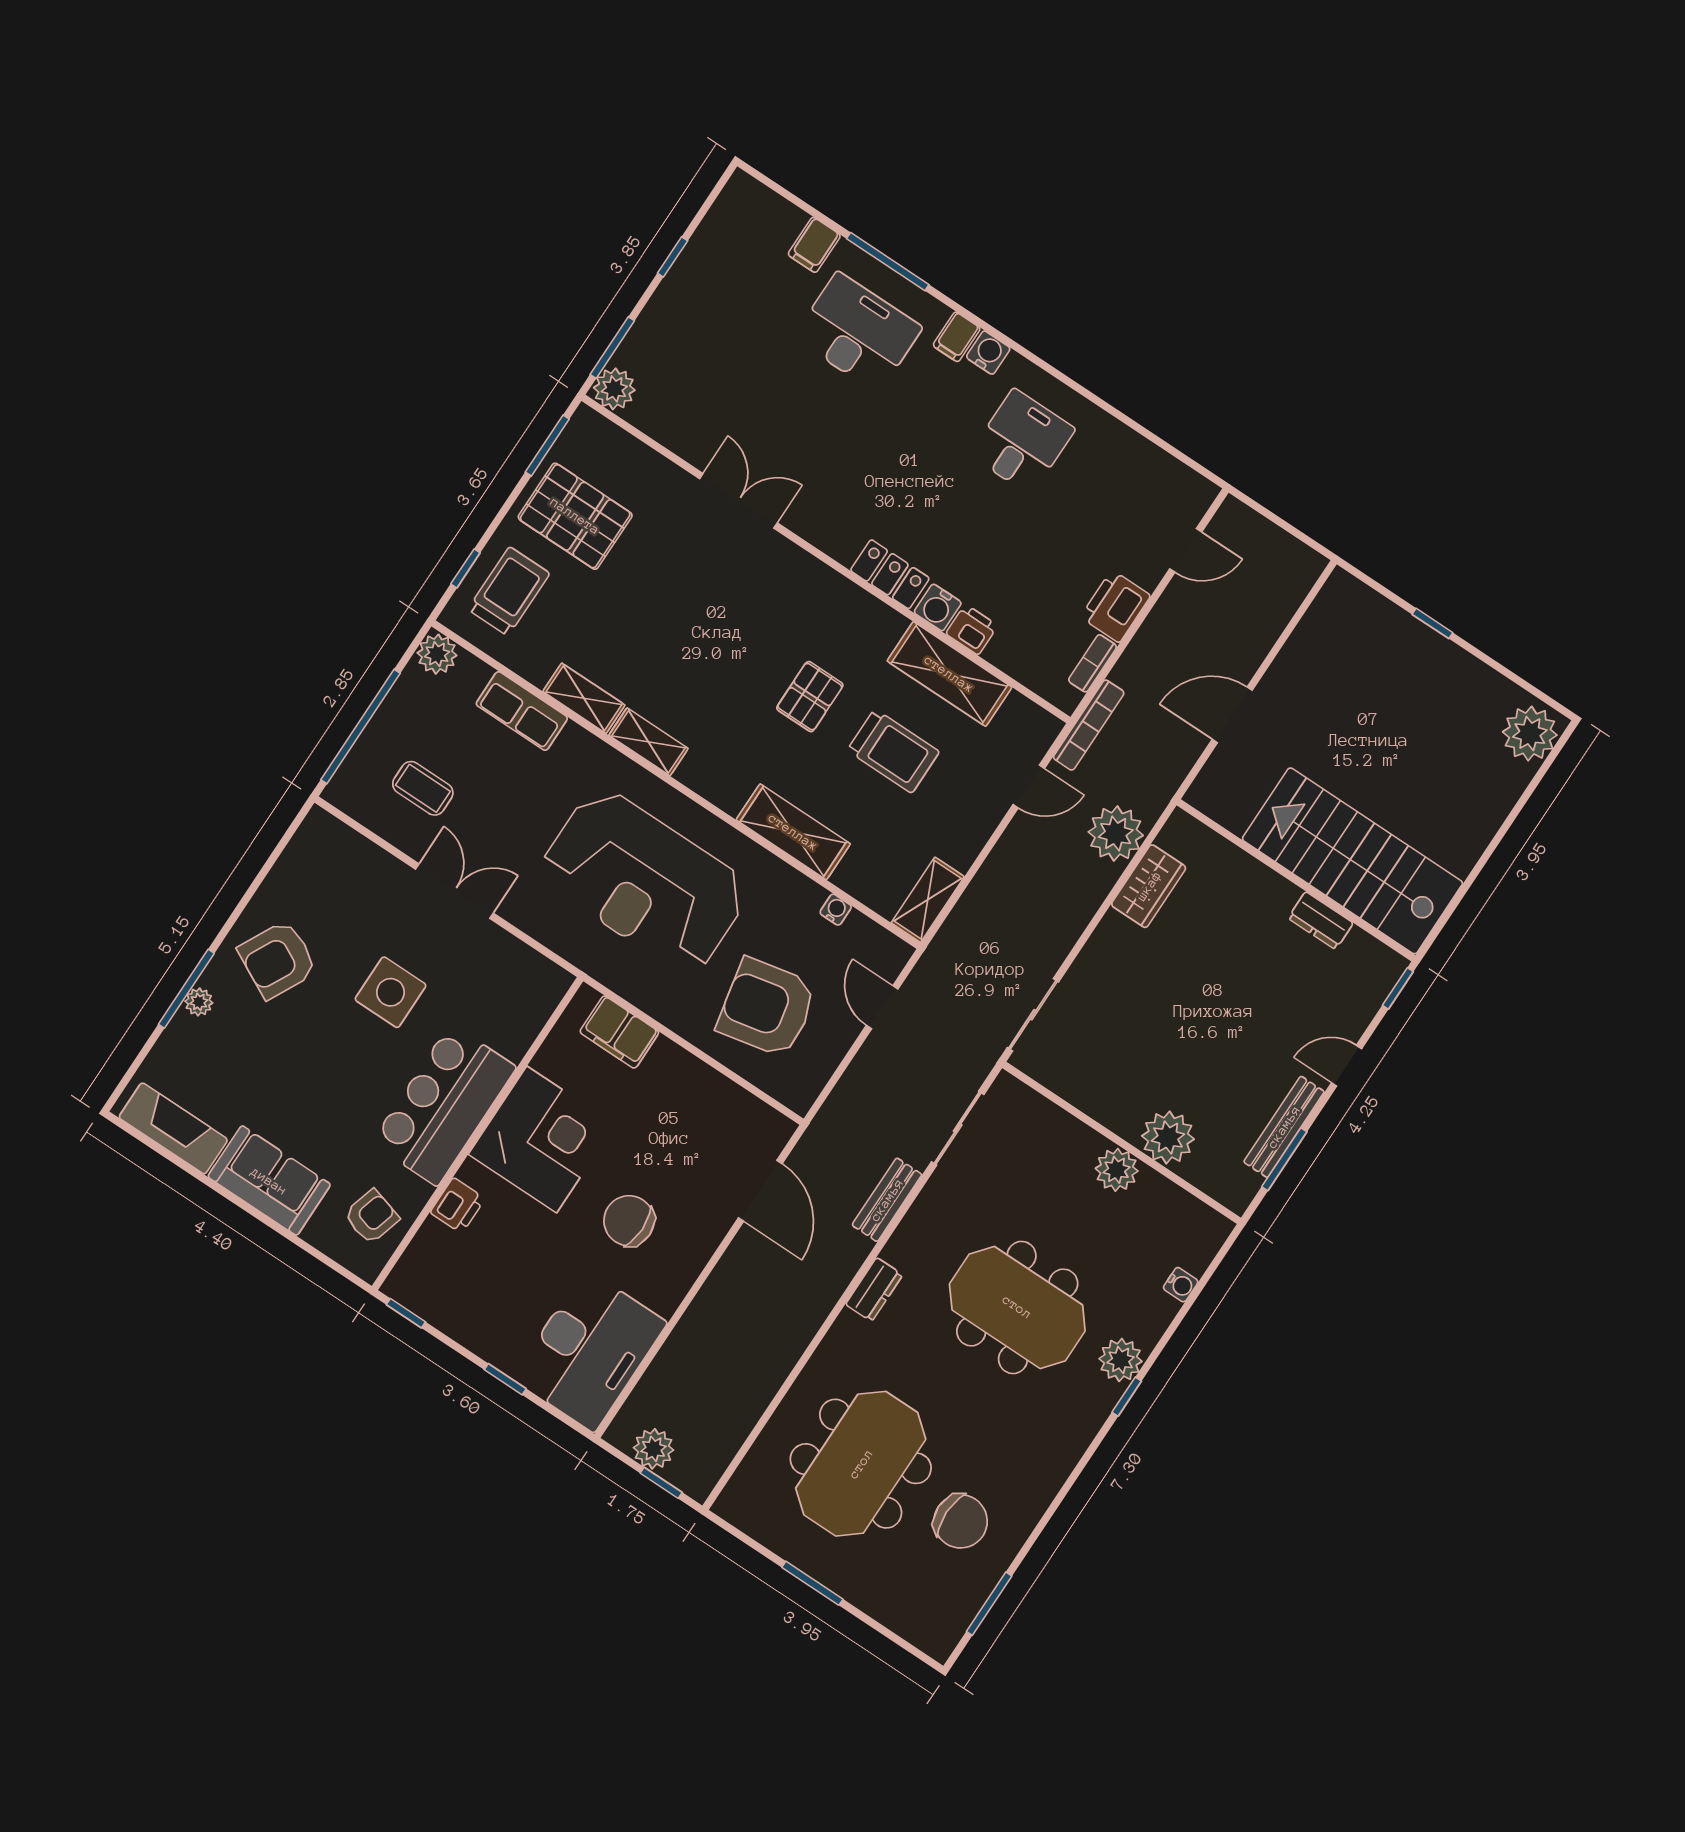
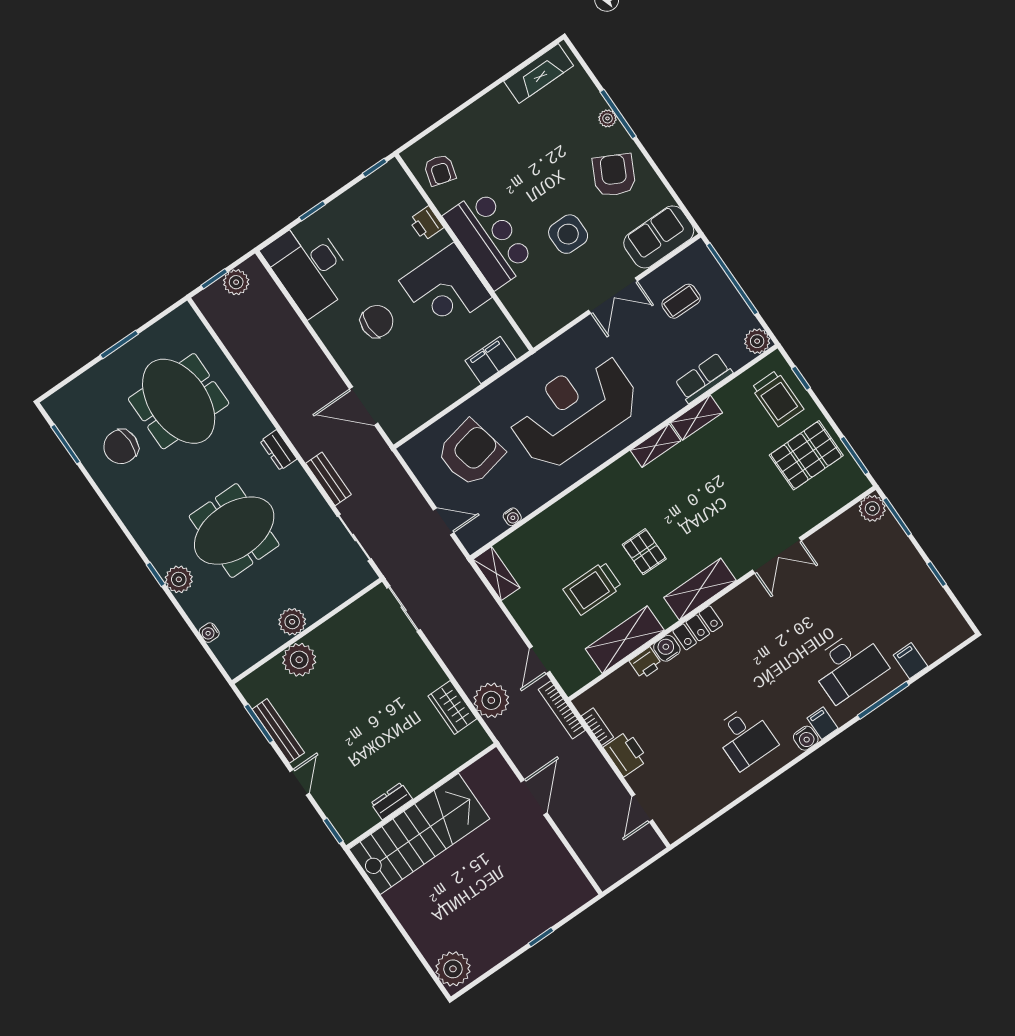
shelving: (793, 832) -> (700, 589), moved
sofa: (269, 1181) -> (659, 237), moved, turned 180

